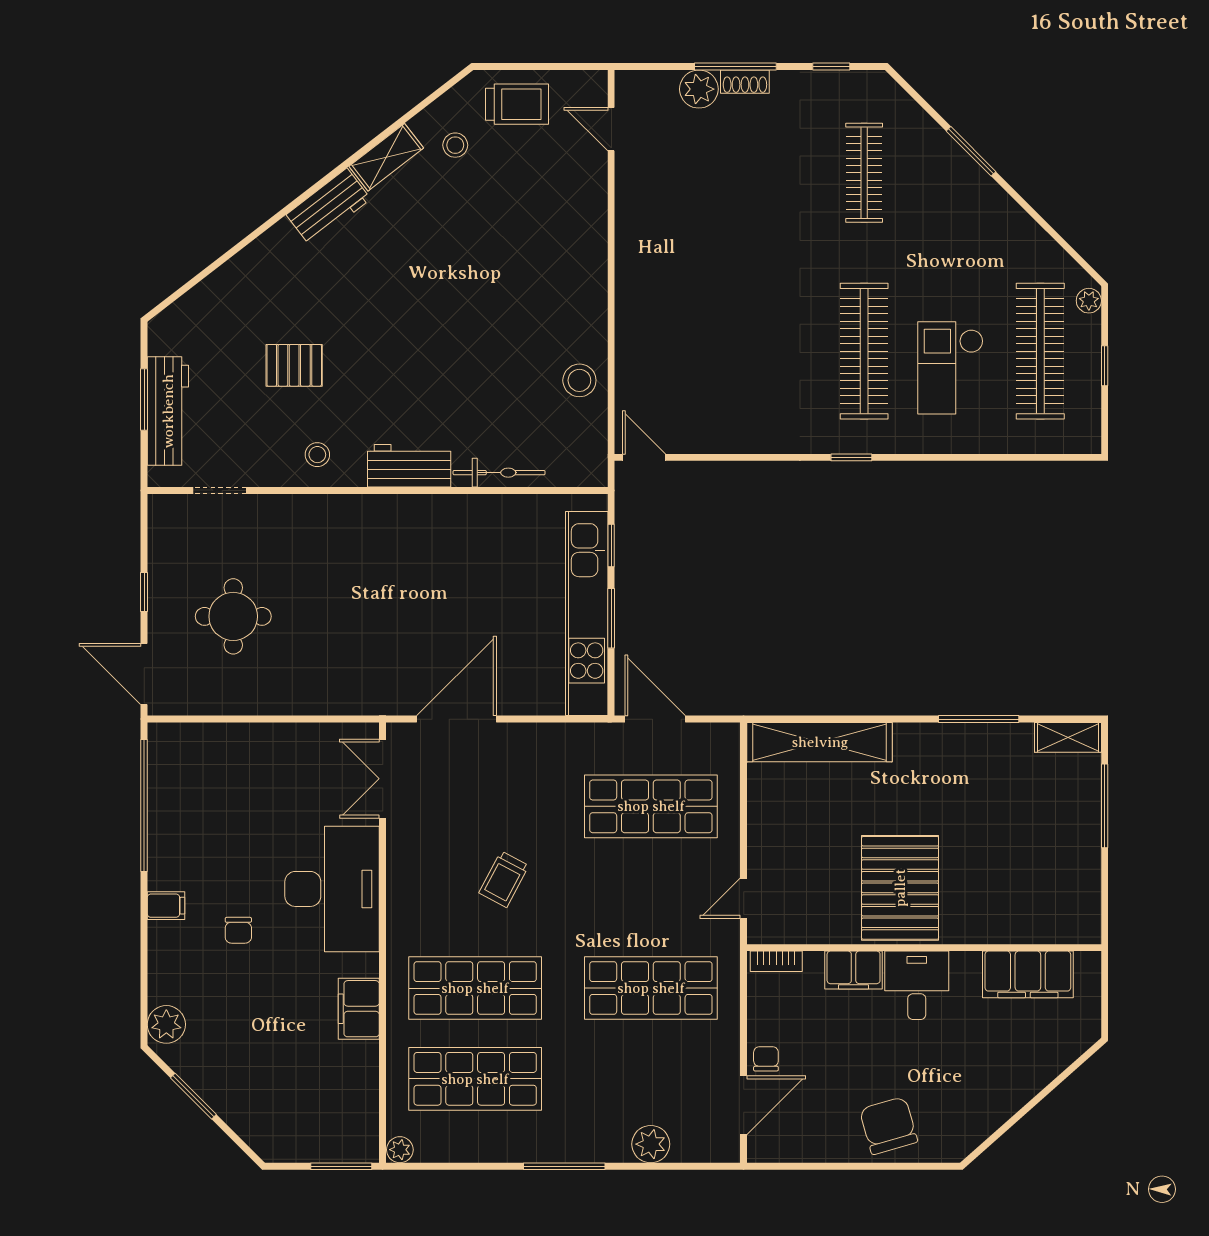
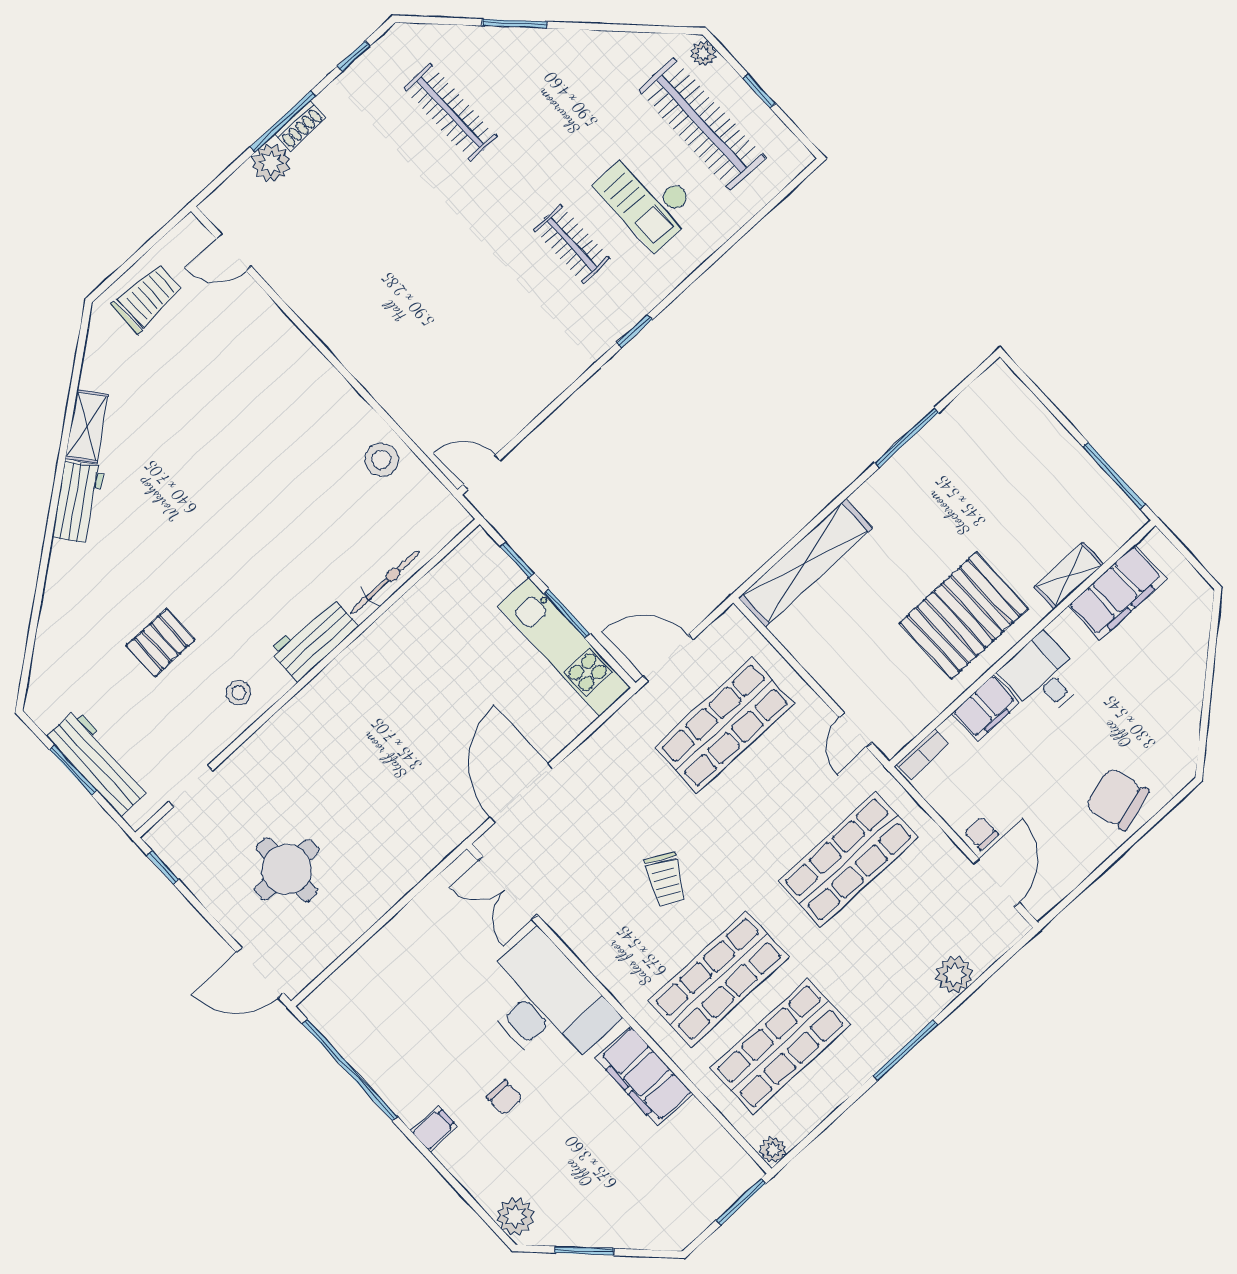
stool: (455, 145) -> (130, 370), removed
clothes rail: (864, 351) -> (572, 244), width x0.54, depth x0.76
window: (144, 592) -> (163, 867), moved
kitchen unit: (587, 614) -> (564, 647), width x0.73
shelving: (1068, 737) -> (1069, 576), moved
window: (1105, 806) -> (1114, 475), moved
pallet: (900, 888) -> (964, 616), turned 90
filing cabinet: (359, 1009) -> (644, 1076), width x1.50, depth x1.17

